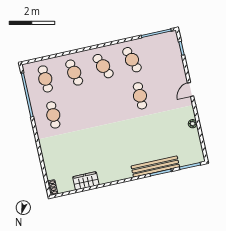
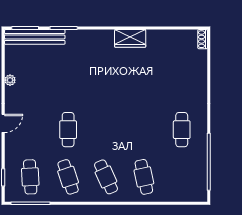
cafe table: (45, 79) -> (30, 177), moved
bench: (155, 167) -> (35, 37), moved
wardrobe: (86, 181) -> (130, 38), moved

